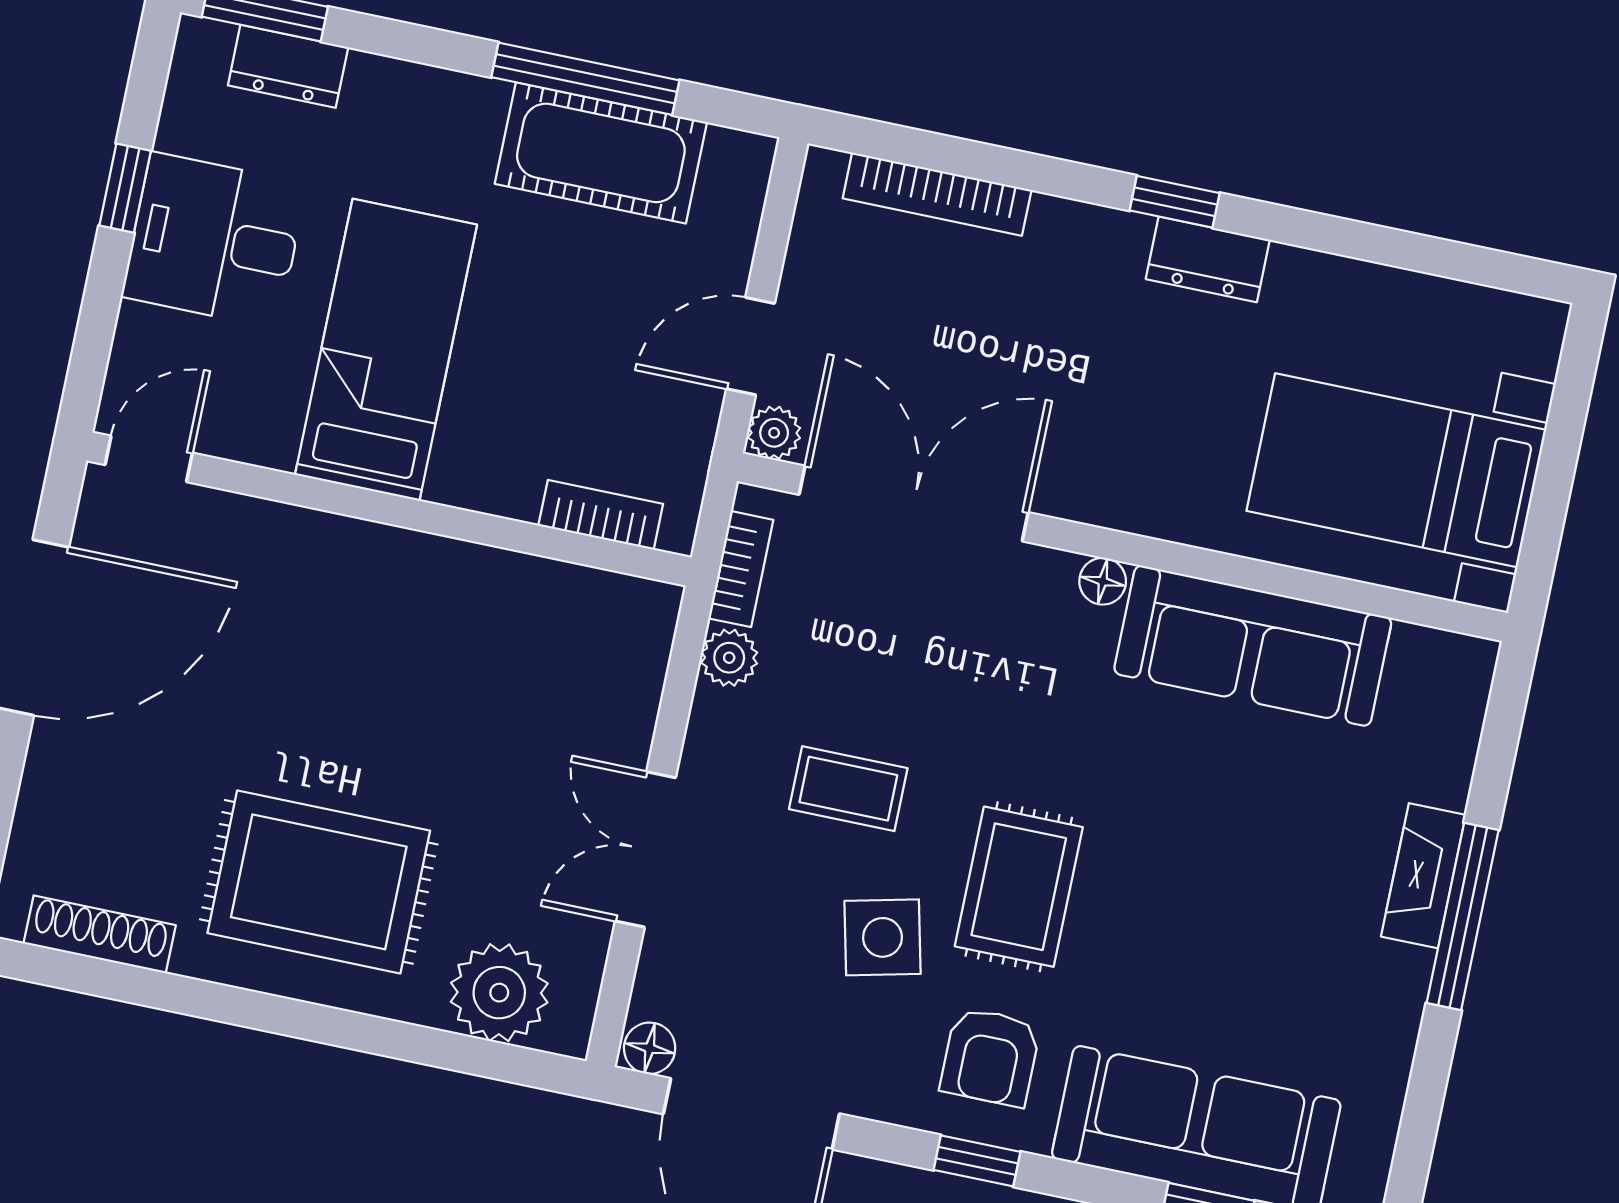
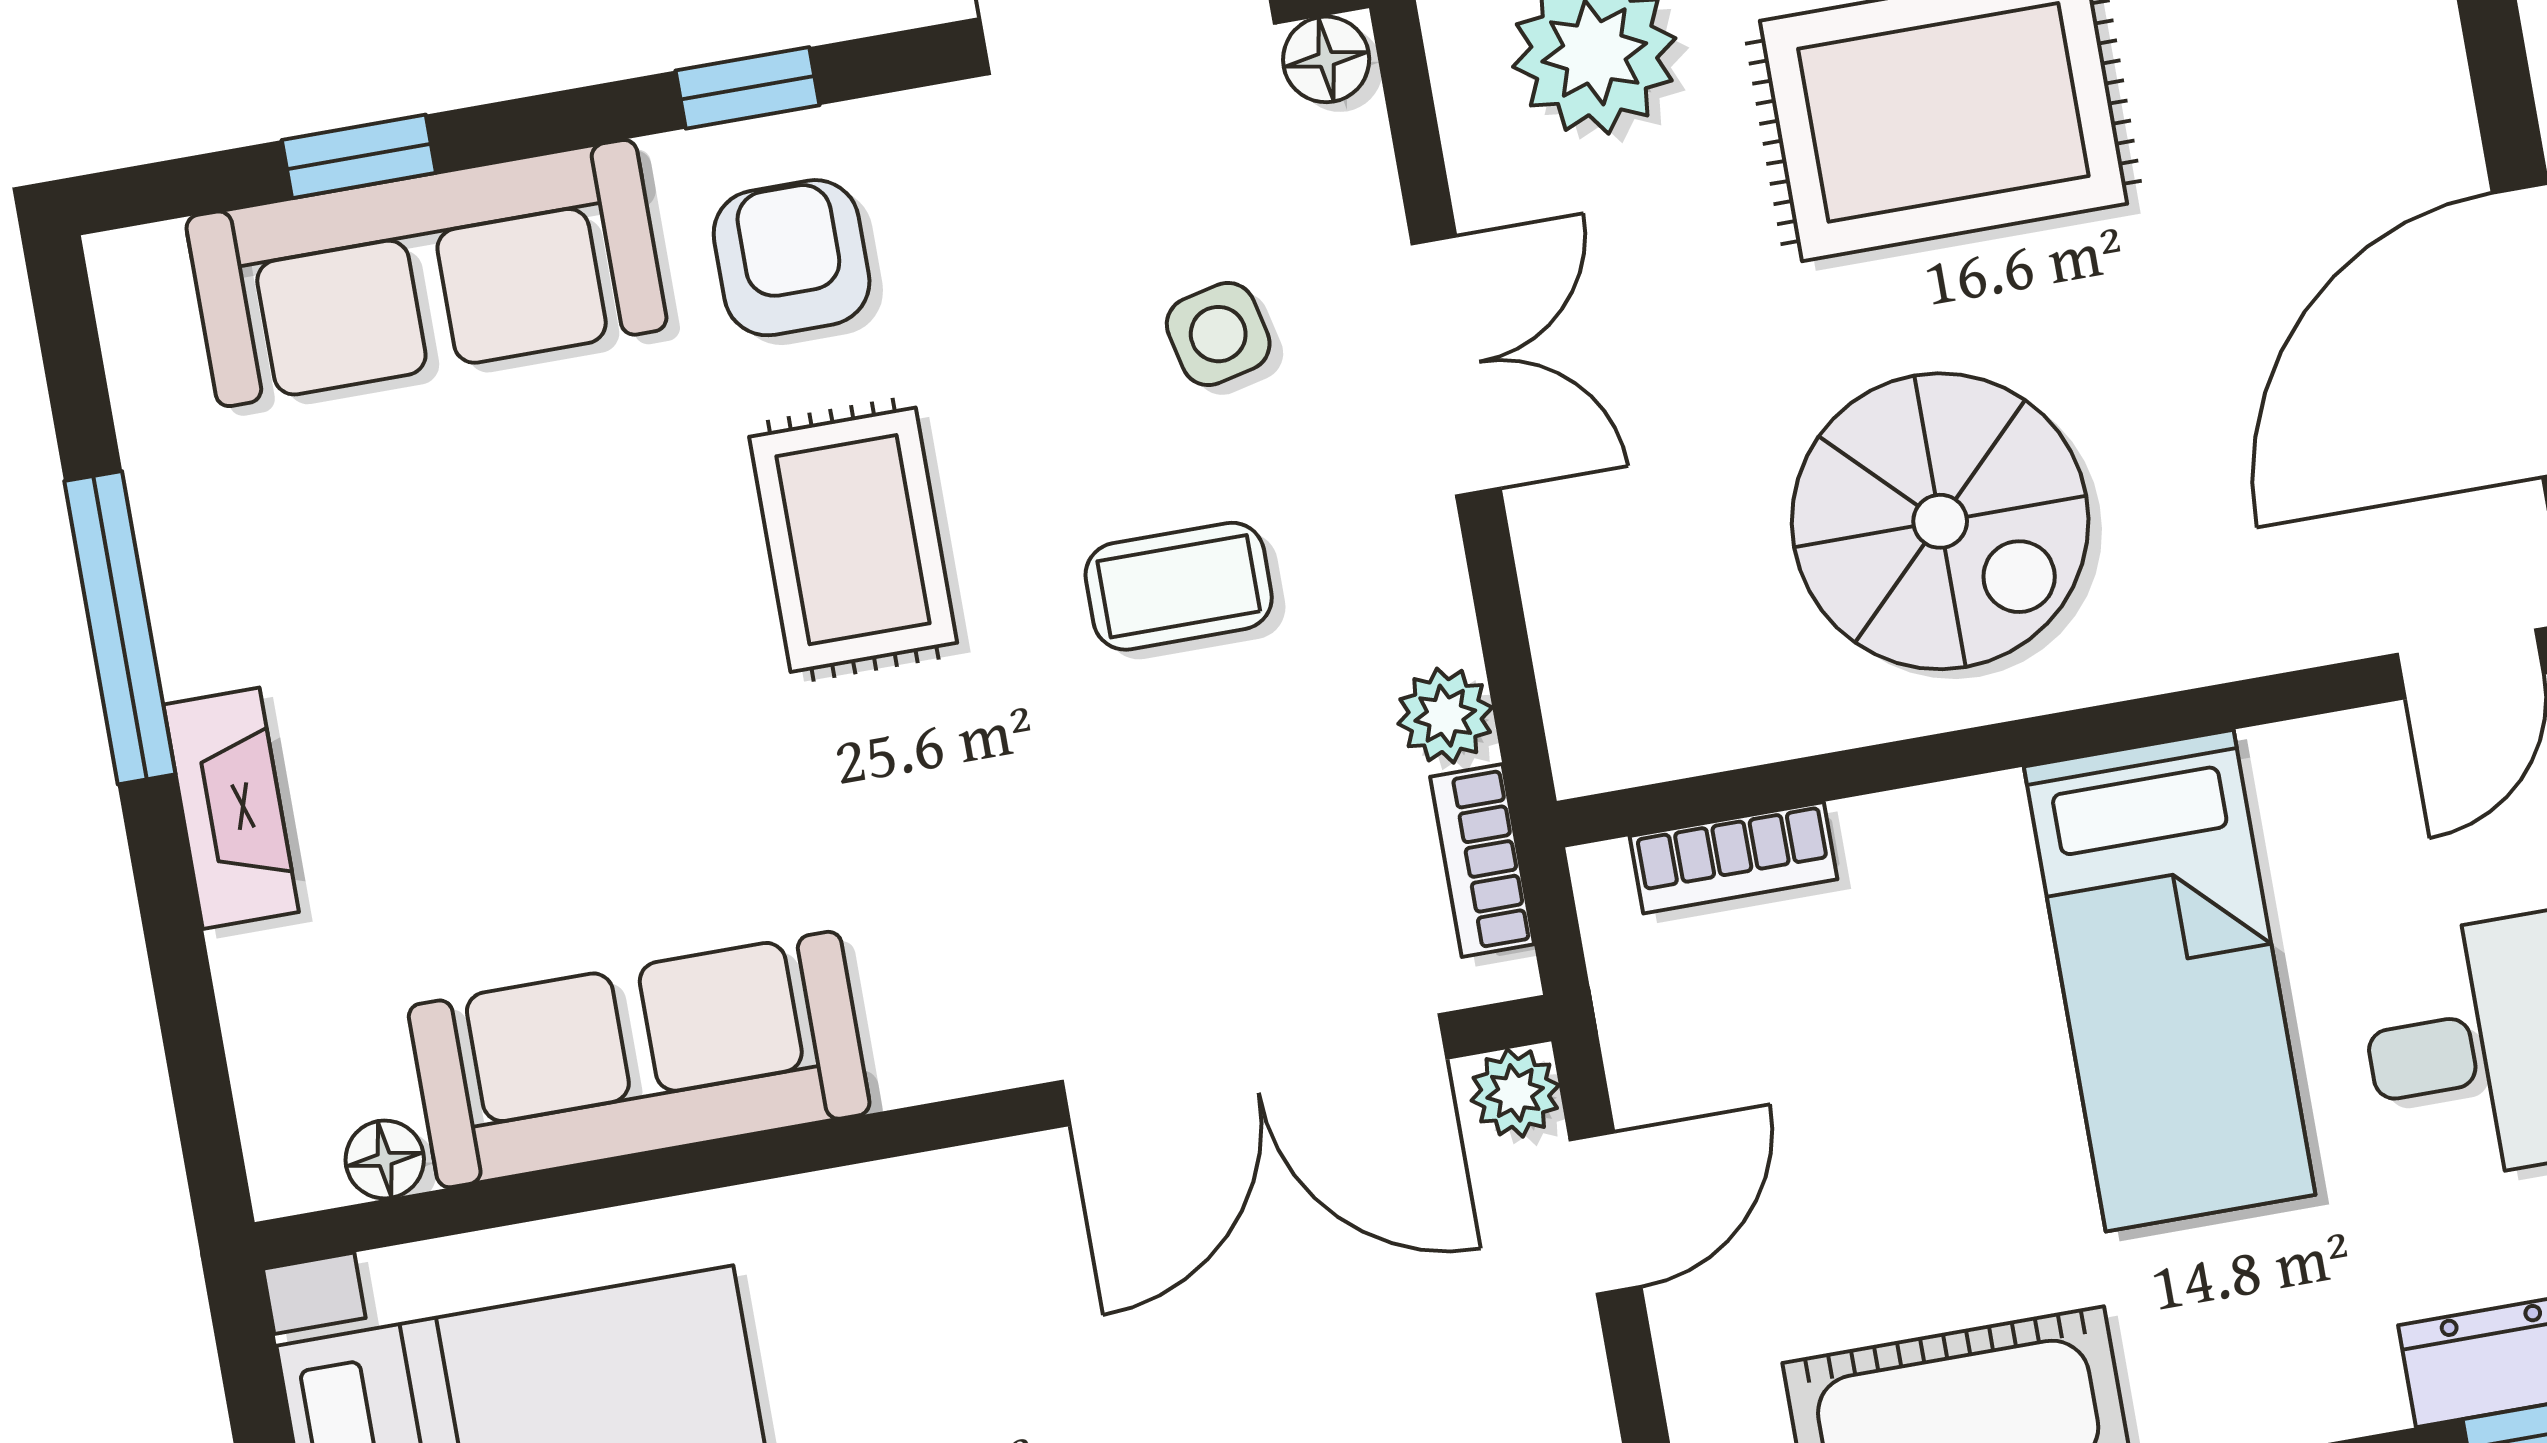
floor lamp: (1103, 581) -> (385, 1159), moved
spiral stairs: (411, 656) -> (1940, 521), added
window: (1463, 917) -> (120, 628), moved
side table: (882, 937) -> (1218, 334), moved, width x0.73, depth x0.73

